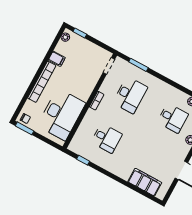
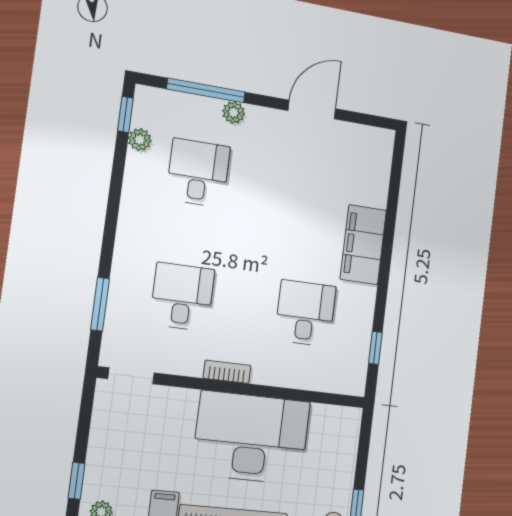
desk: (130, 95) -> (182, 297), width x0.73
desk: (61, 114) -> (251, 438), moved
filing cabinet: (145, 182) -> (363, 245), moved

